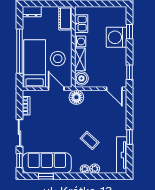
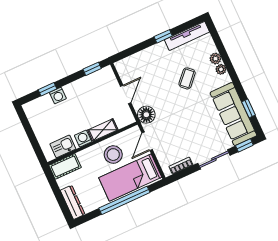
dresser: (32, 12) -> (73, 202), width x1.44
washing machine: (117, 37) -> (58, 96), width x0.53, depth x0.53
boiler: (81, 78) -> (123, 119), removed
door: (114, 89) -> (126, 94), moved

